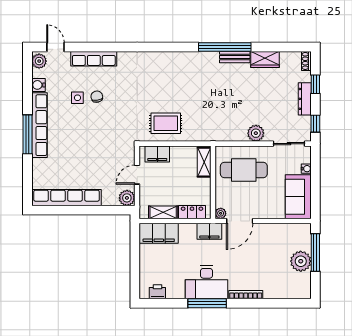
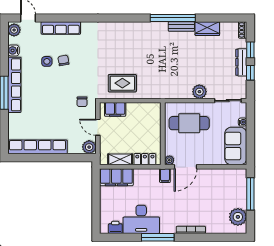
window: (315, 124) -> (250, 73), moved
chair: (119, 145) -> (82, 102), added
shelving: (204, 162) -> (155, 116), removed
door: (137, 175) -> (98, 127), hinge flipped
filing cabinet: (209, 231) -> (165, 176), width x0.50
plant: (301, 261) -> (238, 217), moved
desk: (206, 282) -> (141, 219), moved

